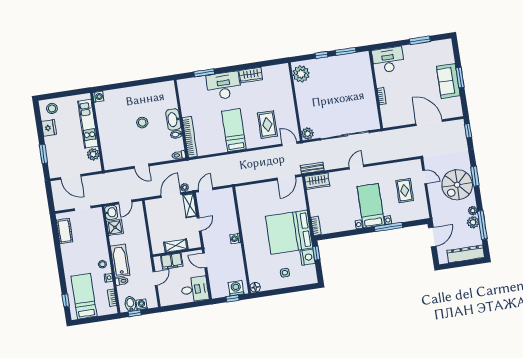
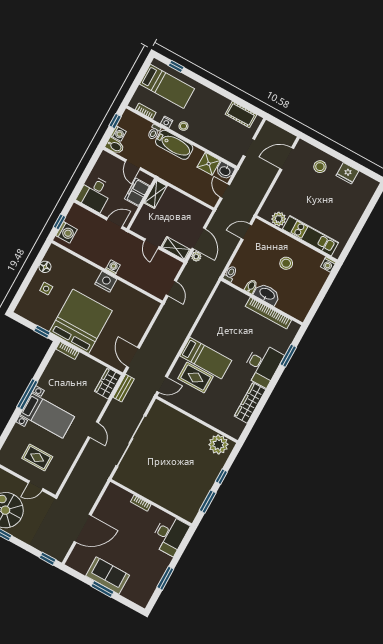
wardrobe: (251, 75) -> (250, 403), width x1.50
washing machine: (98, 97) -> (328, 265), moved
stool: (52, 108) -> (320, 167), moved
kitchen unit: (88, 124) -> (311, 236), moved
bed: (234, 130) -> (206, 358), moved
wall: (97, 132) -> (297, 239), moved
plant: (308, 134) -> (159, 408), removed
bookcase: (190, 137) -> (268, 313), moved
window: (43, 154) -> (327, 150), removed
plant: (93, 154) -> (279, 219), moved
door: (206, 190) -> (171, 288), moved
window: (389, 227) -> (27, 394), moved
shelving: (176, 246) -> (156, 194), moved
nightstand: (308, 257) -> (106, 282), moved, turned 180
floor lamp: (255, 287) -> (45, 267), moved
bidet: (130, 304) -> (115, 146), moved

